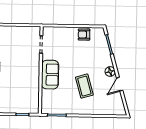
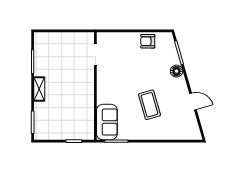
floor lamp: (110, 72) -> (177, 71), moved
sofa: (50, 75) -> (107, 122), moved
door: (120, 84) -> (193, 102), swing flipped

